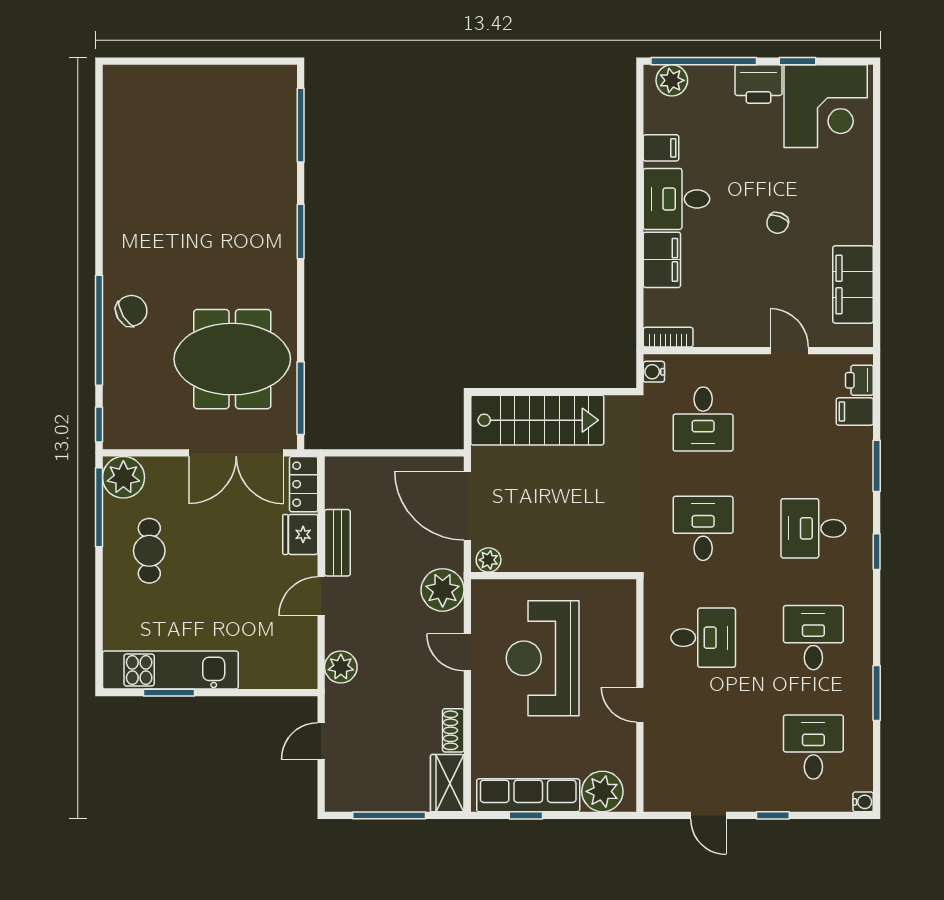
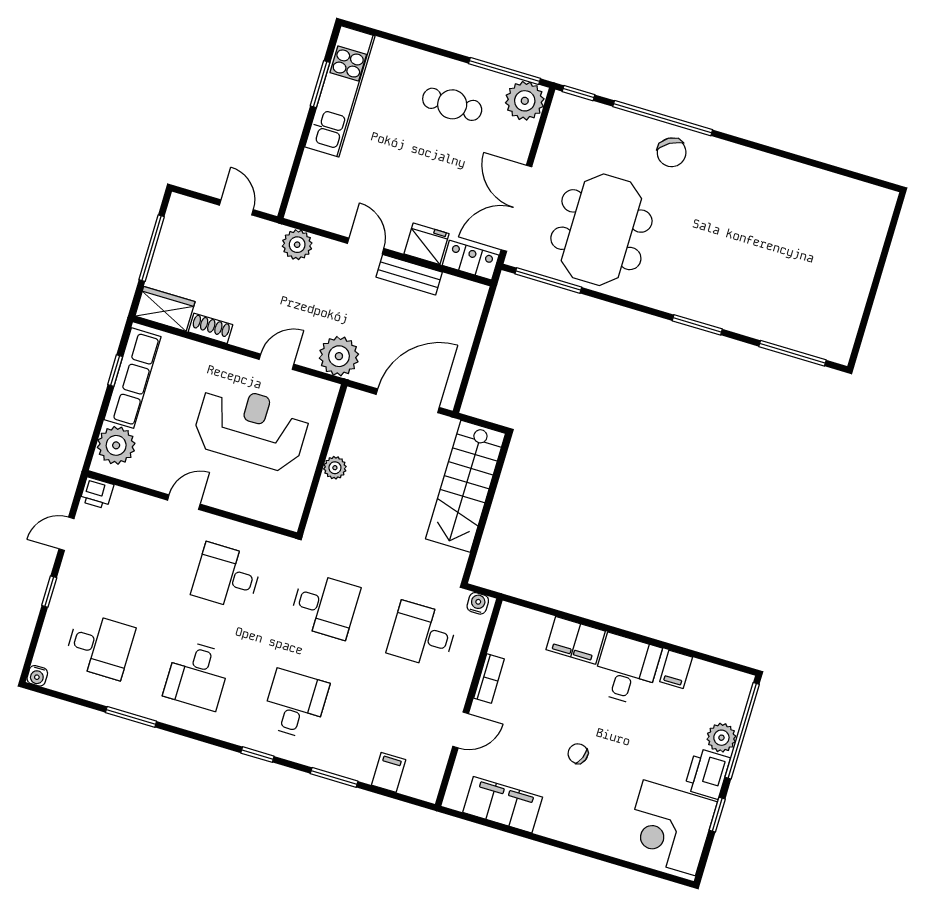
plant: (672, 80) -> (721, 738), moved
bookcase: (668, 337) -> (489, 679), moved
printer: (859, 380) -> (97, 493), moved, turned 180
plant: (489, 560) -> (335, 468), moved
desk: (703, 638) -> (227, 576), turned 90
desk: (813, 638) -> (197, 675), turned 90

